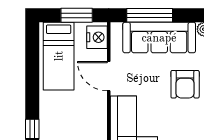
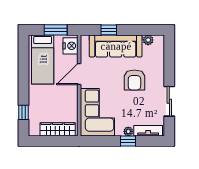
window: (150, 15) -> (109, 30), width x0.46
door: (109, 76) -> (79, 74), hinge flipped

